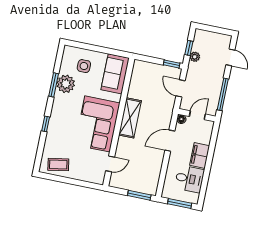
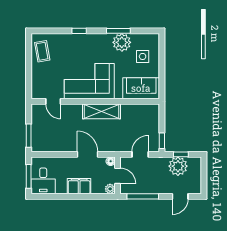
plant: (195, 57) -> (178, 166), width x1.88, depth x1.88
plant: (209, 125) -> (110, 189), added
desk: (189, 179) -> (43, 181), moved

